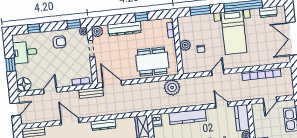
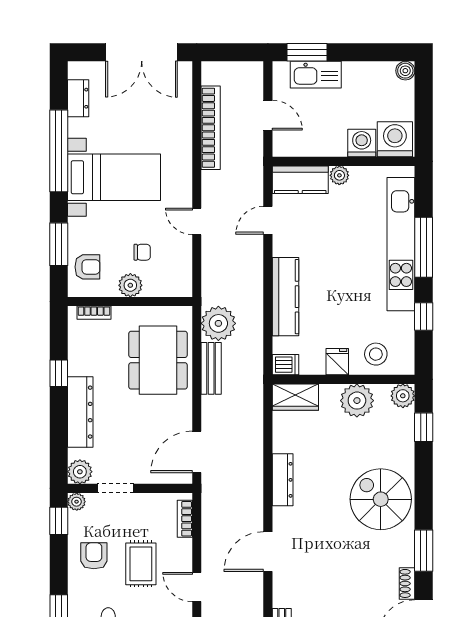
armchair: (191, 25) -> (87, 267), added
rug: (58, 64) -> (141, 564), added
bench: (91, 93) -> (211, 368), moved

